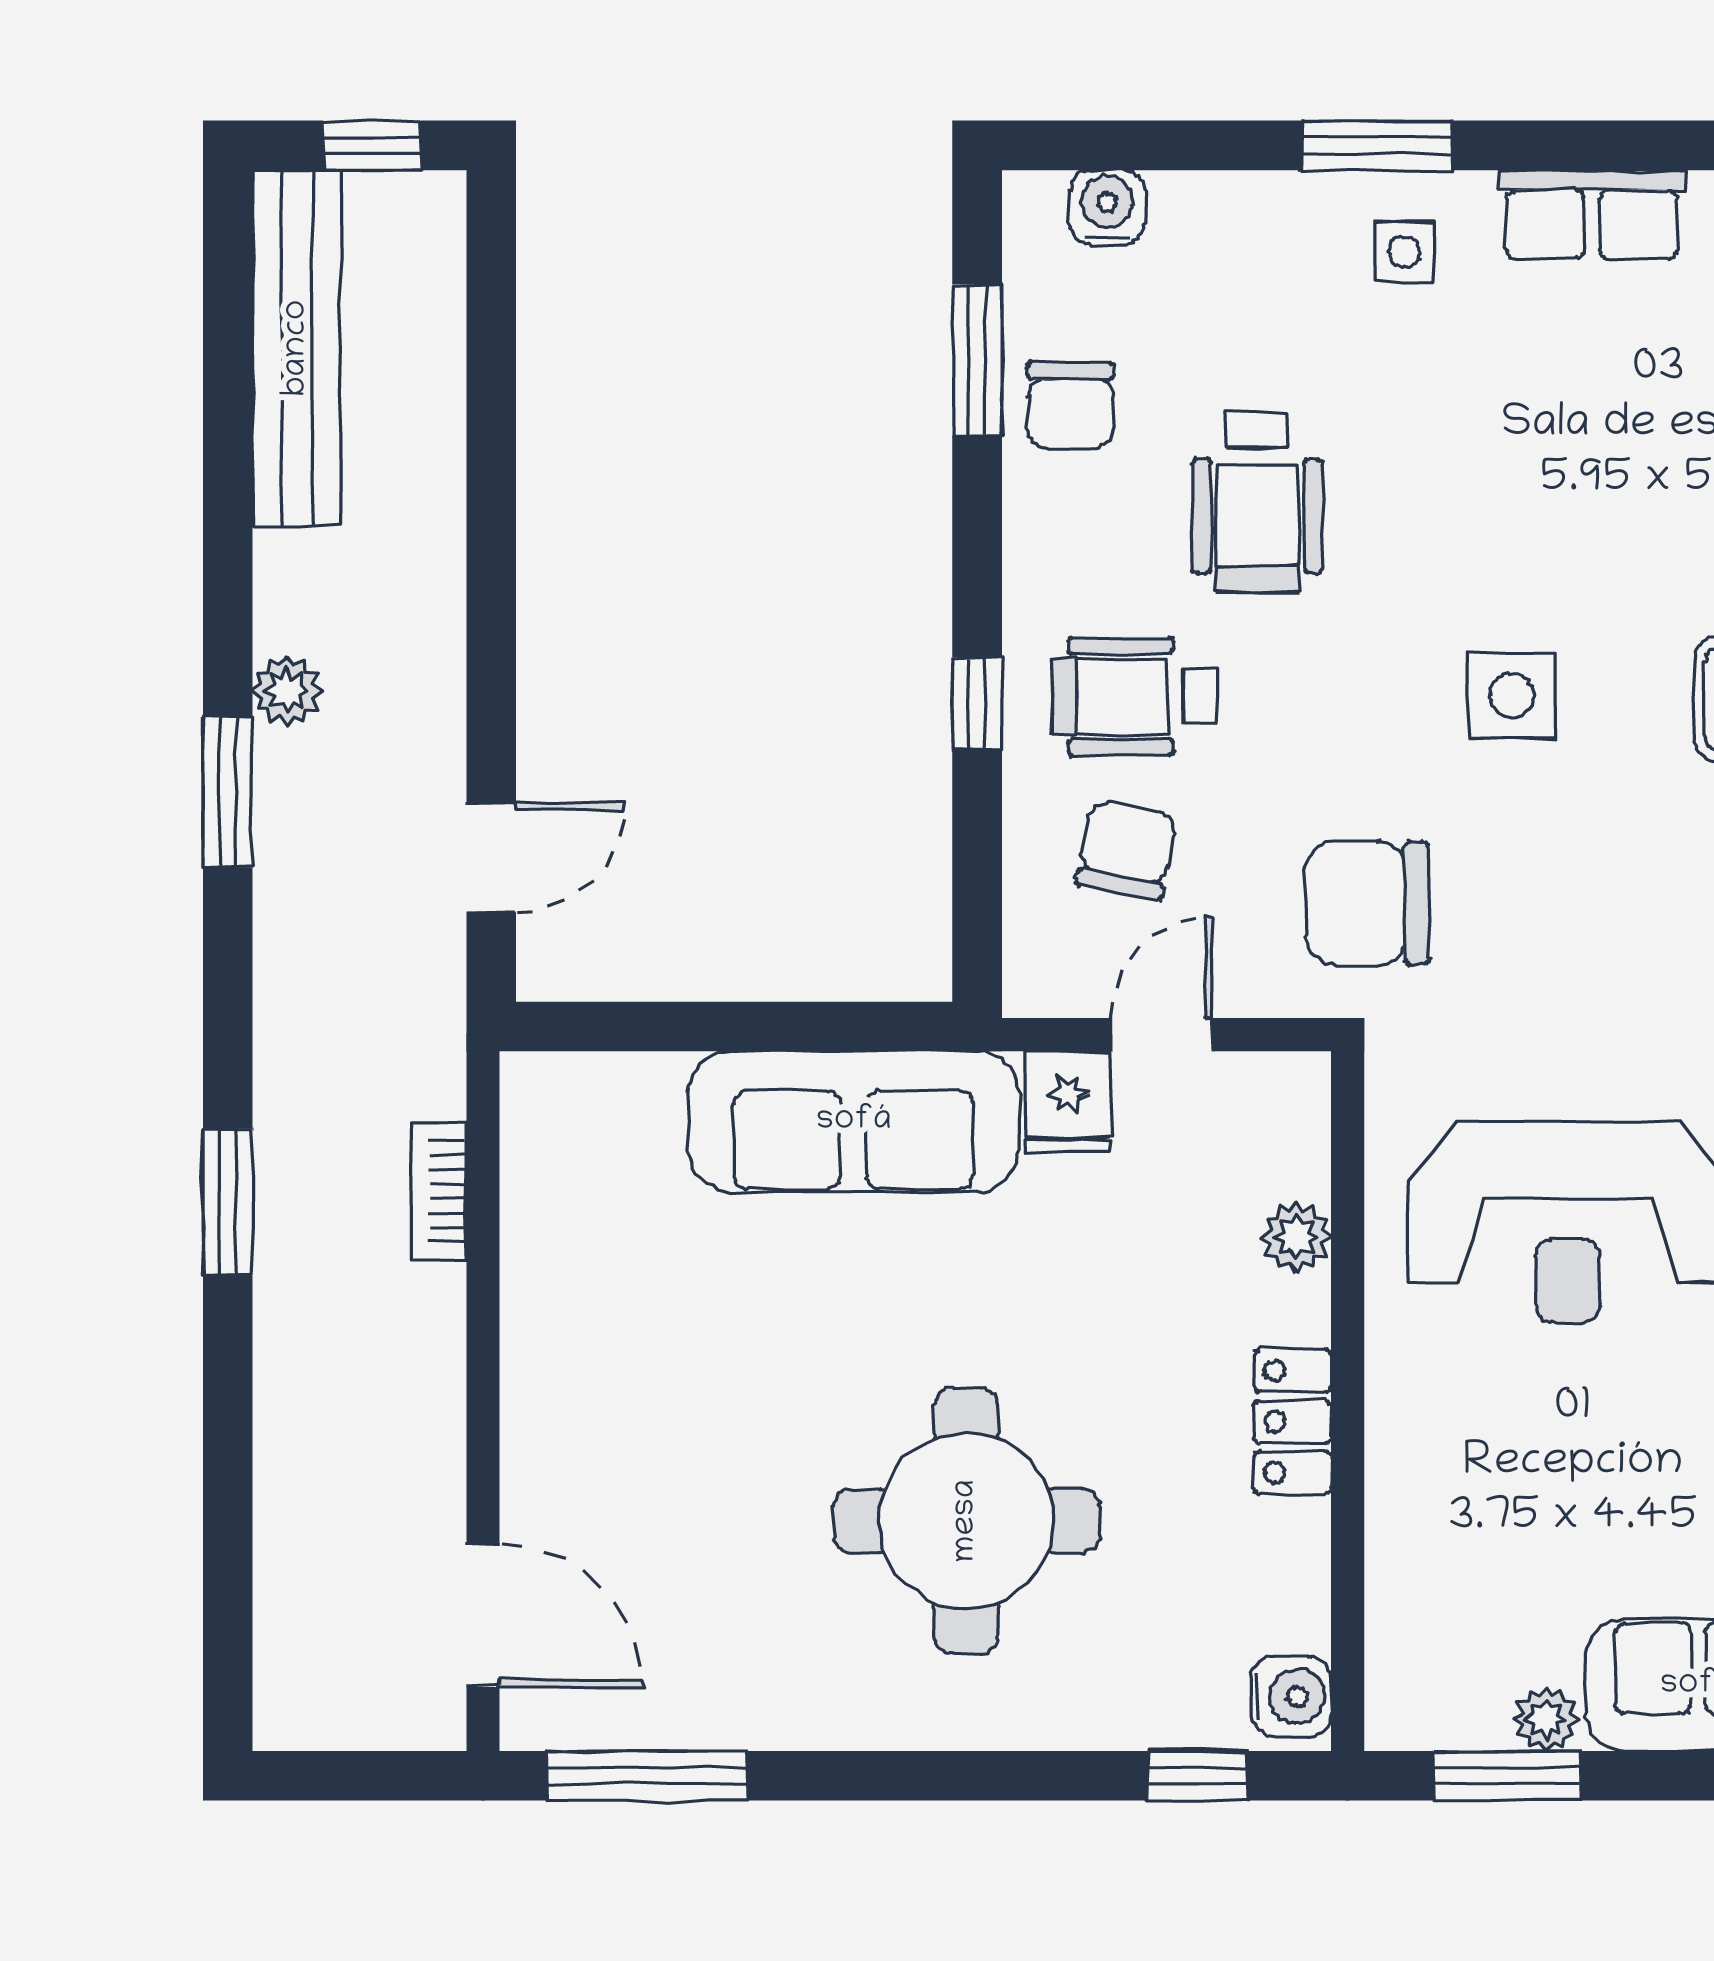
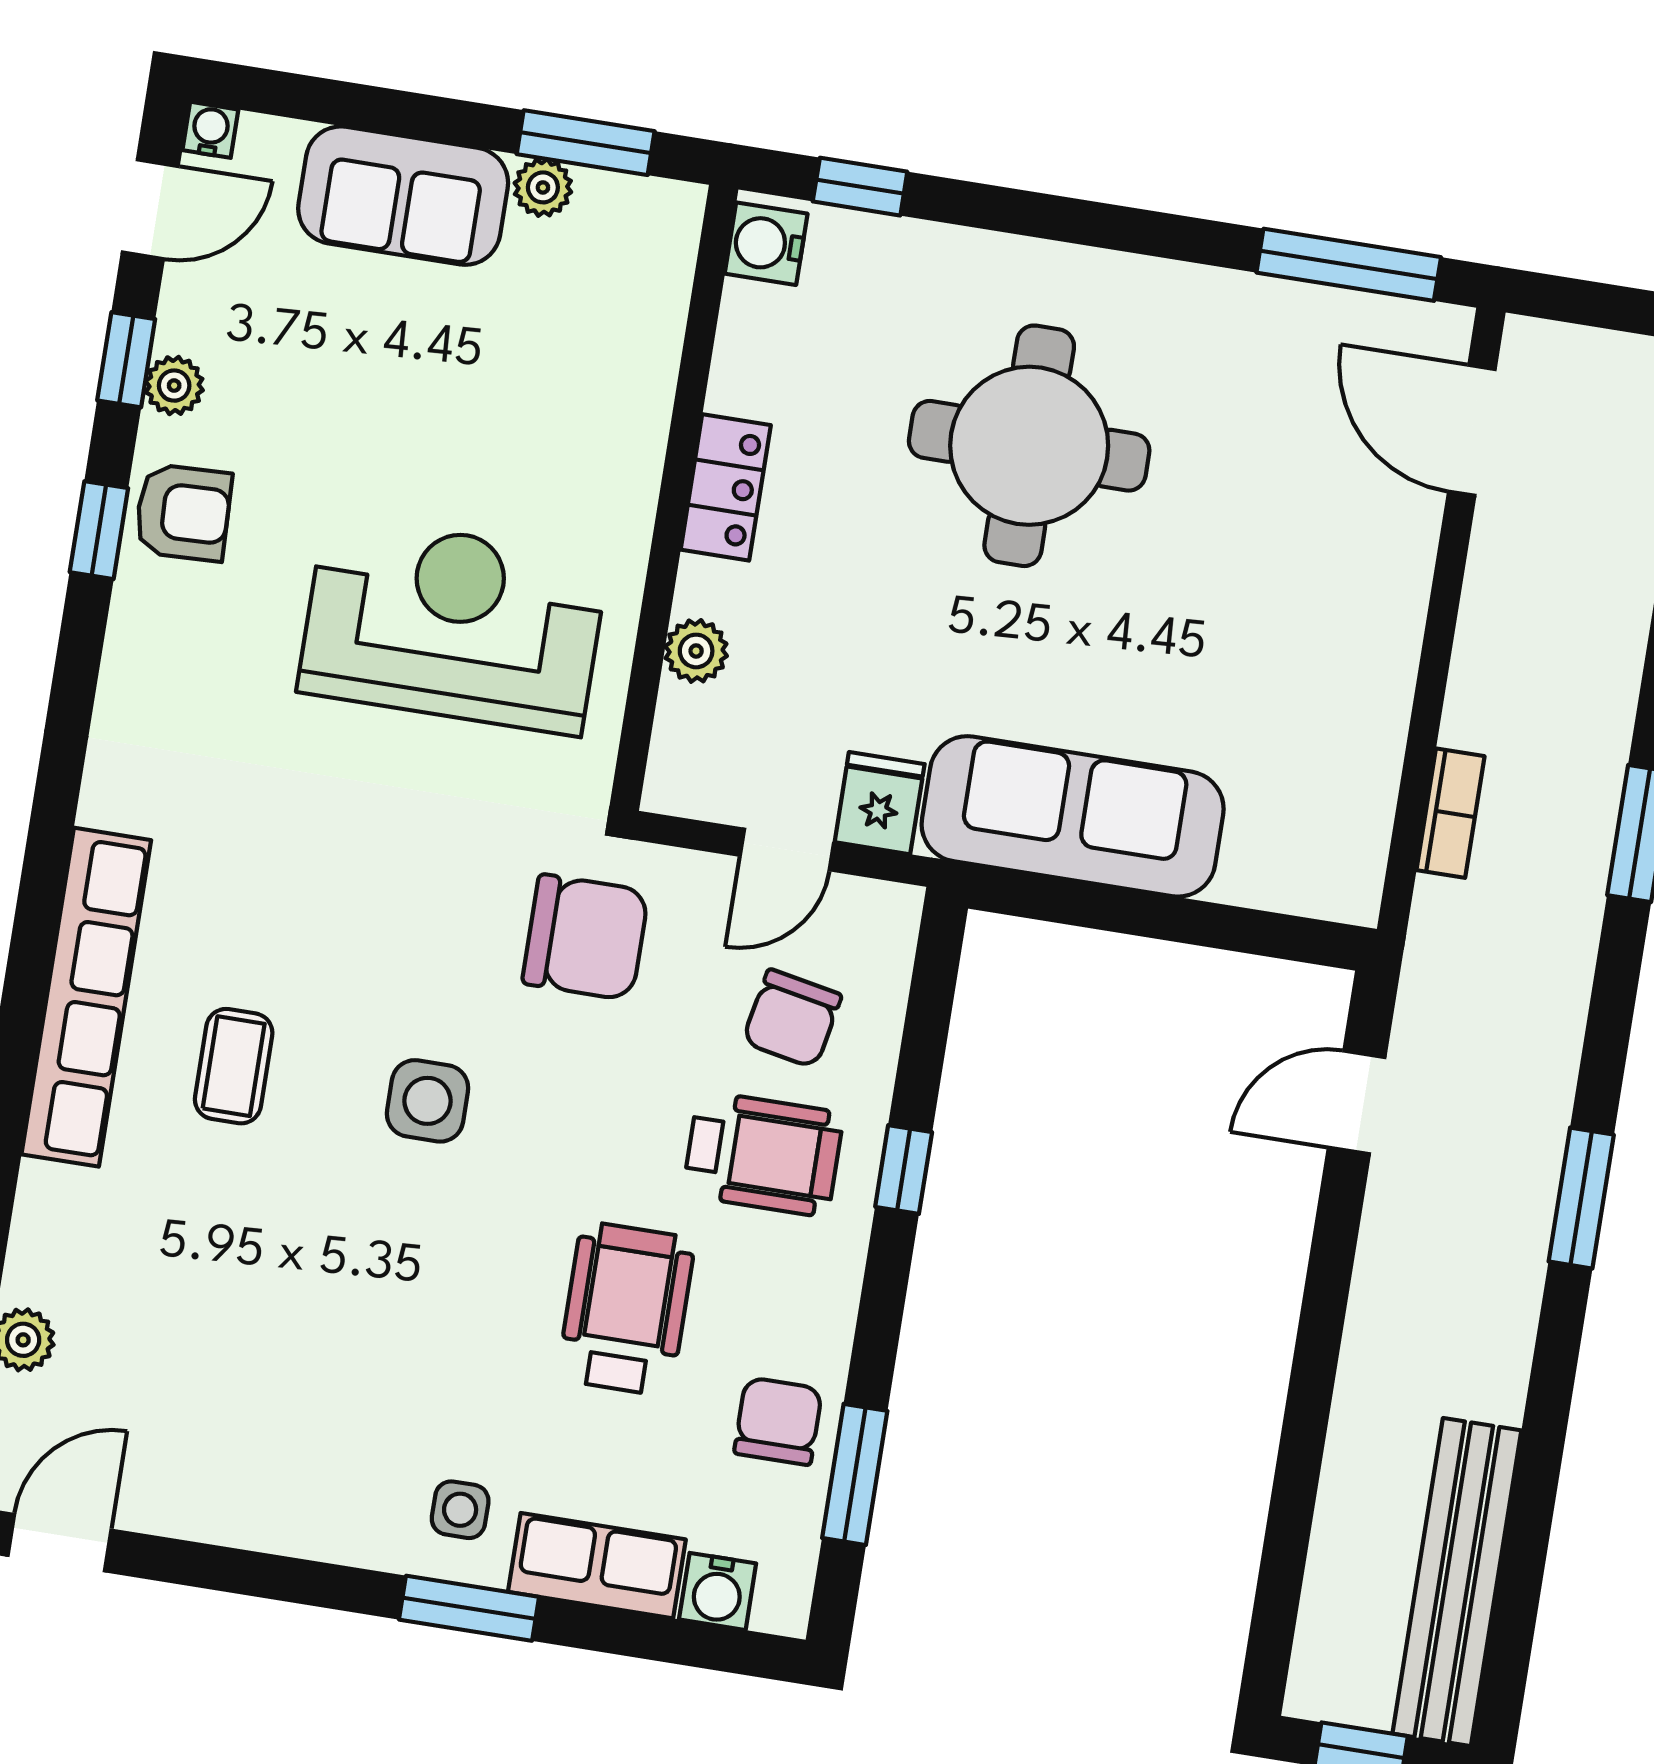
row of seats: (1592, 215) -> (597, 1566), moved
plant: (287, 691) -> (1514, 1279), removed

